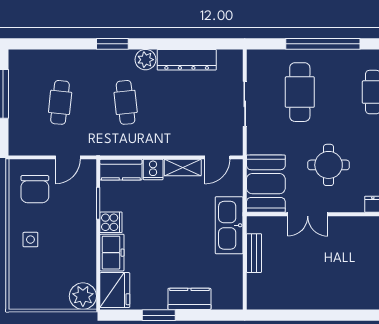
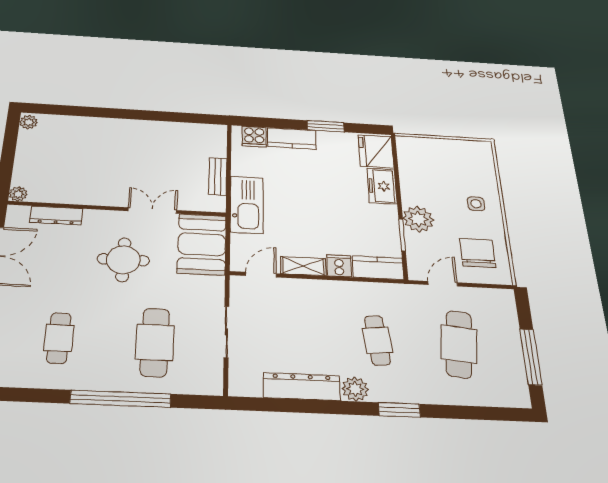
cafe table: (60, 102) -> (459, 344), width x1.37, depth x1.35
cooker: (111, 222) -> (254, 137), moved, turned -90
plant: (83, 296) -> (418, 219), moved

